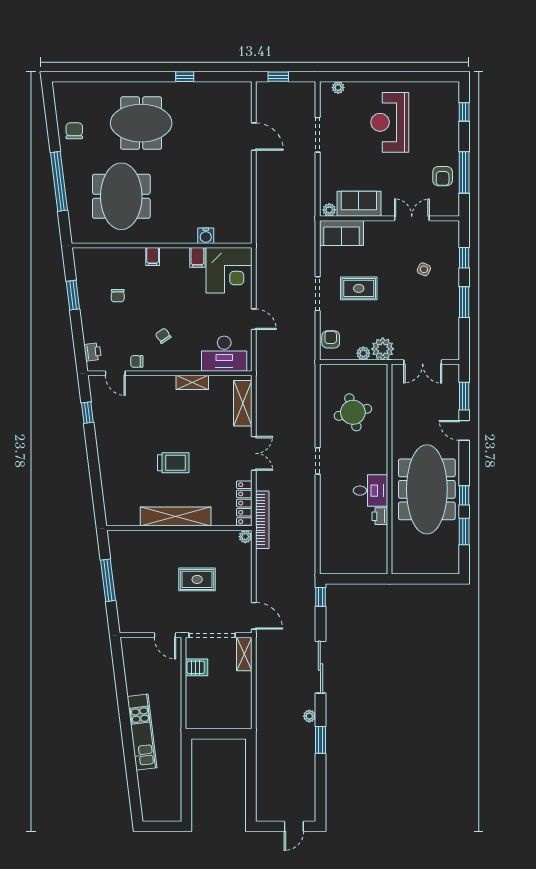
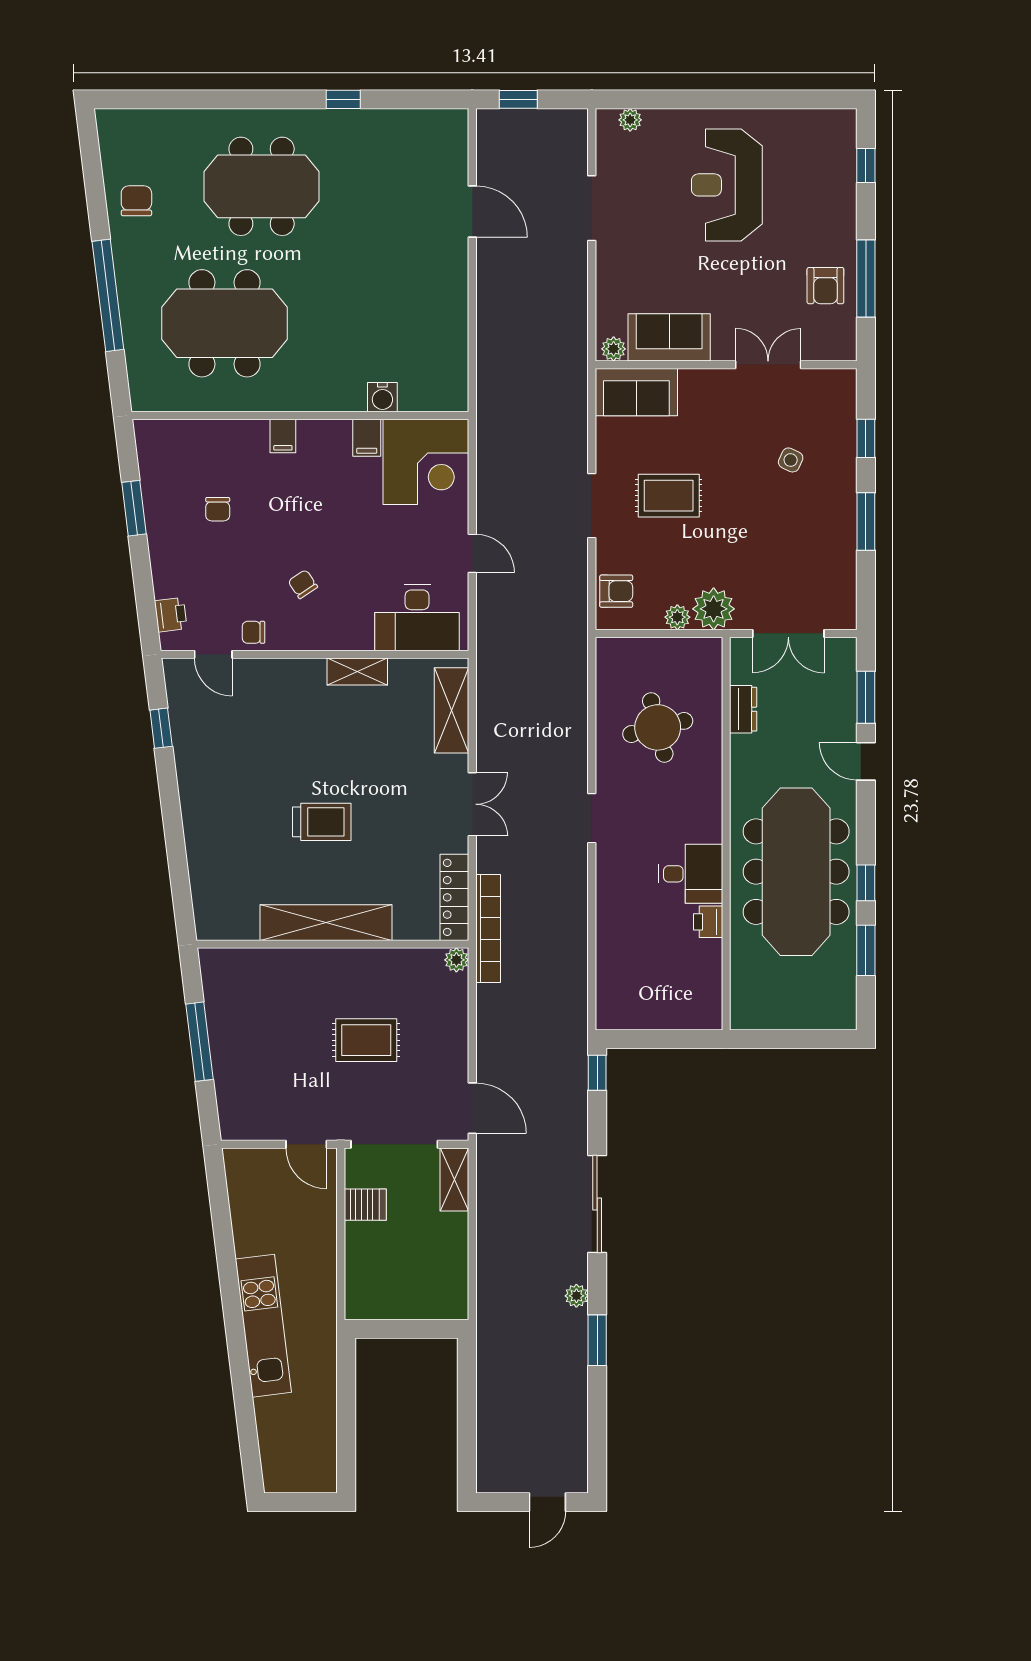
meeting table: (121, 196) -> (224, 323), turned 90
armchair: (331, 339) -> (616, 591), turned 90
dresser: (399, 403) -> (743, 709), added

